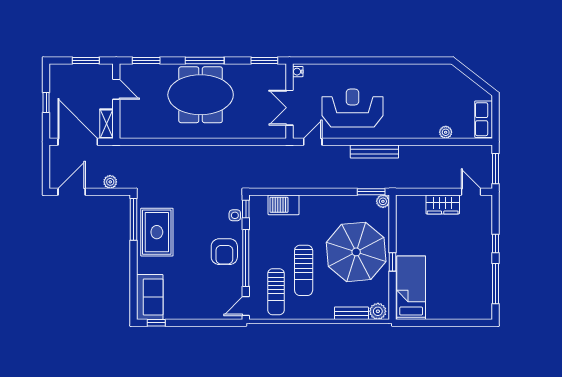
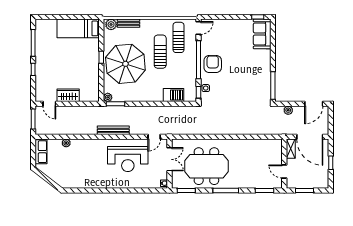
meeting table: (201, 95) -> (206, 166), moved
rug: (157, 232) -> (257, 77), removed
bed: (411, 288) -> (78, 28), moved, turned 90

